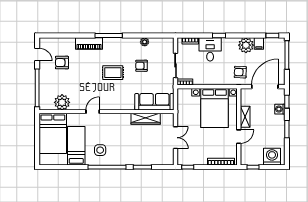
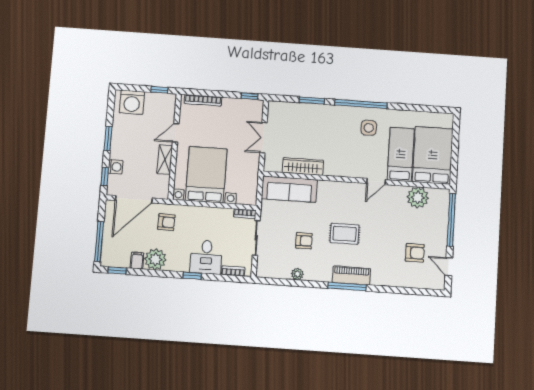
piano: (89, 43) -> (351, 275), moved
bed: (76, 146) -> (401, 154), moved, turned 180

